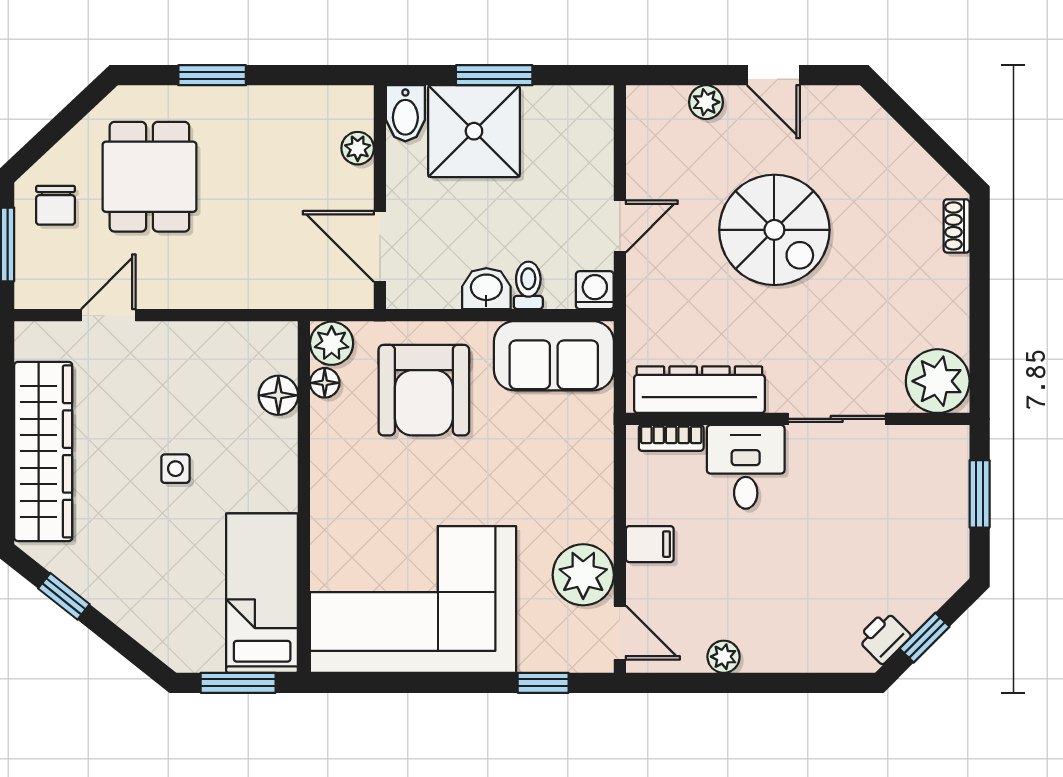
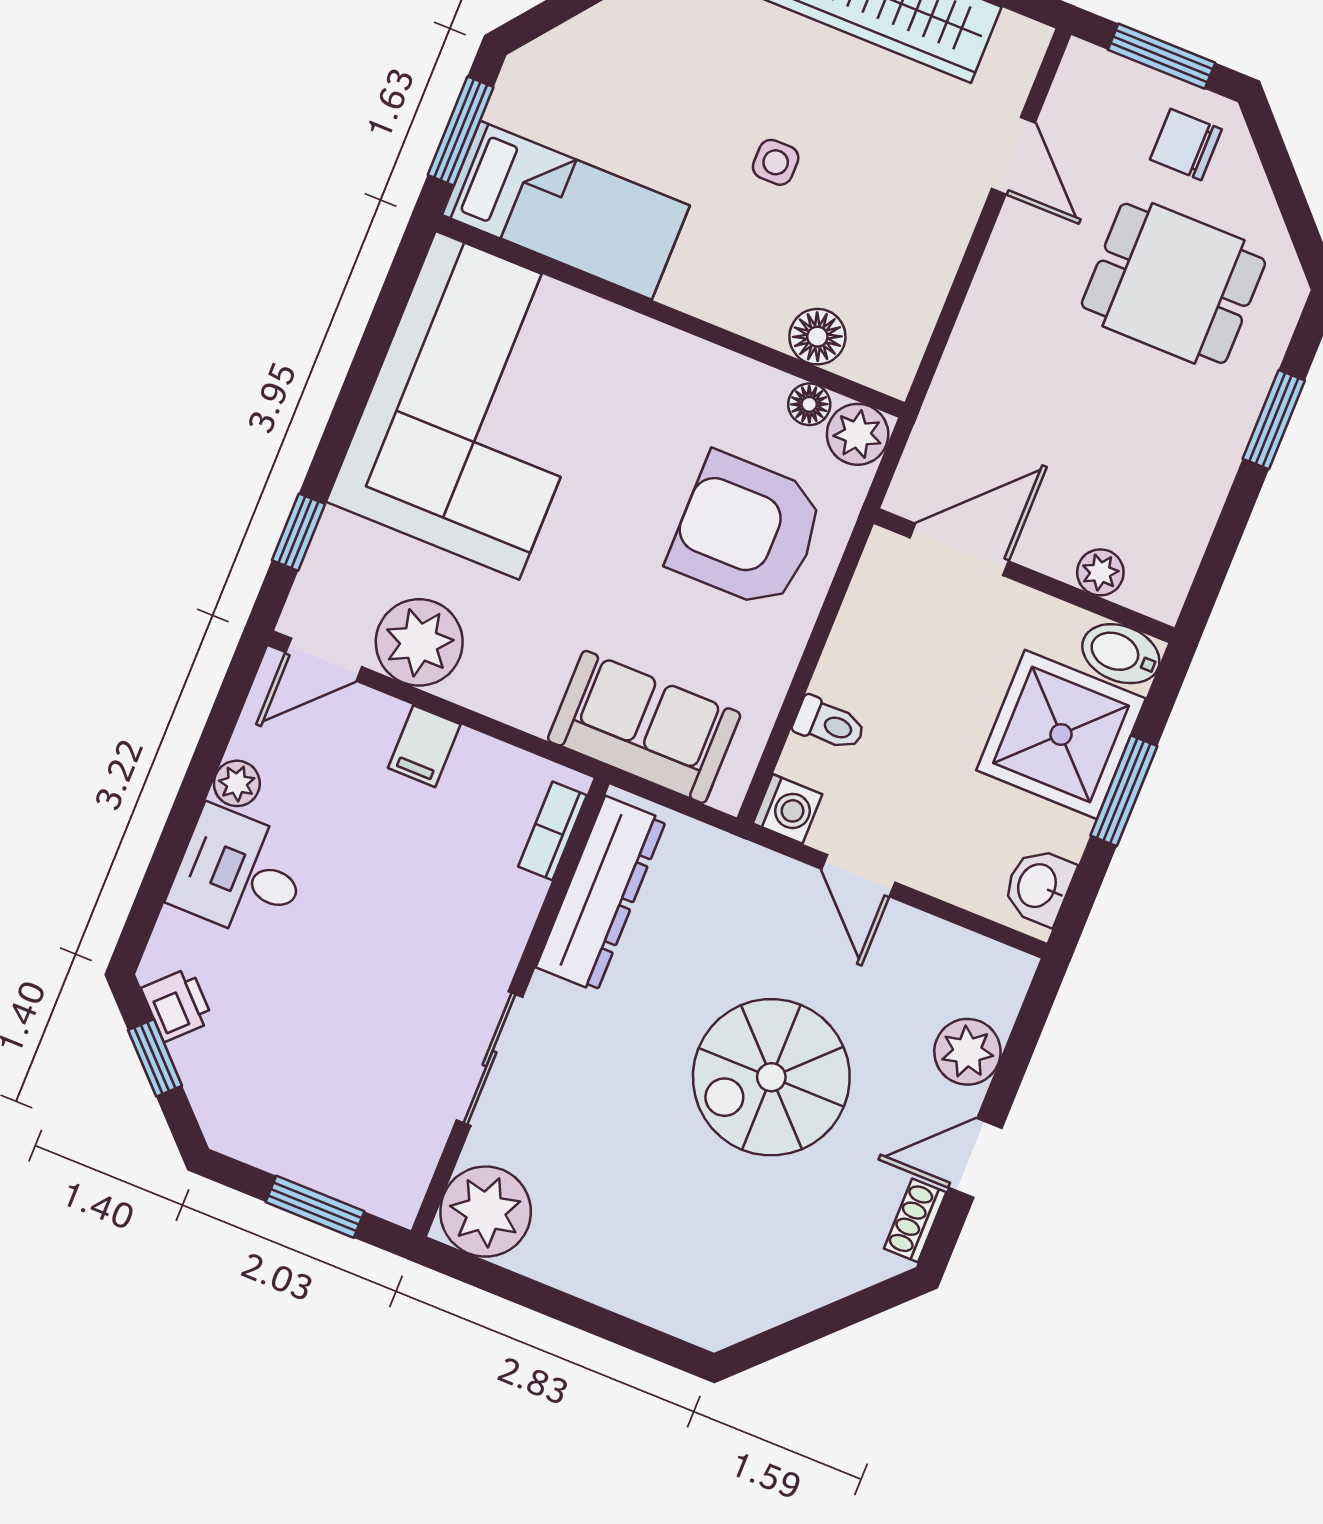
plant: (706, 102) -> (967, 1052), width x1.38, depth x1.38
shoe rack: (957, 226) -> (915, 1220), moved, turned -90
washbasin: (486, 289) -> (1039, 886), moved, turned 180
sofa: (554, 356) -> (644, 727), moved, turned 90
desk: (746, 467) -> (240, 874), moved, turned 180

